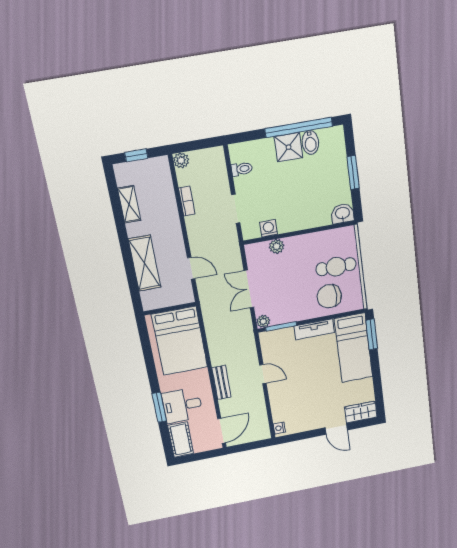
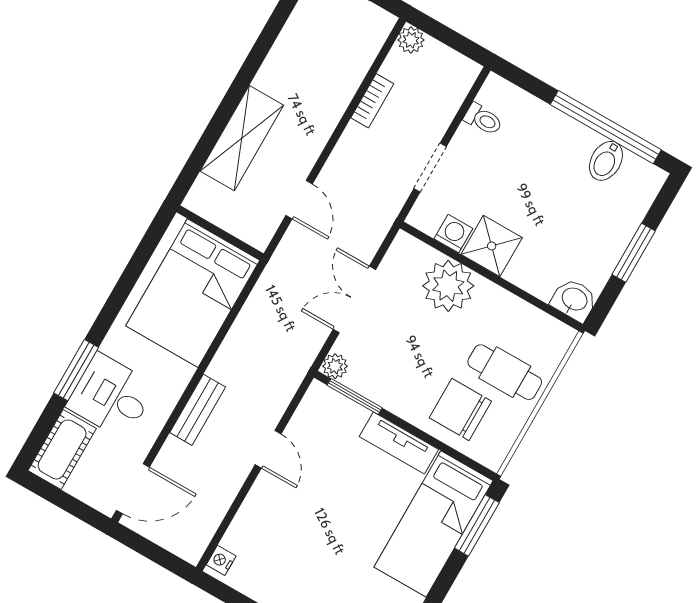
shower: (289, 147) -> (492, 246), moved
shelving: (129, 204) -> (292, 40), removed
plant: (277, 246) -> (448, 286), width x1.88, depth x1.88

